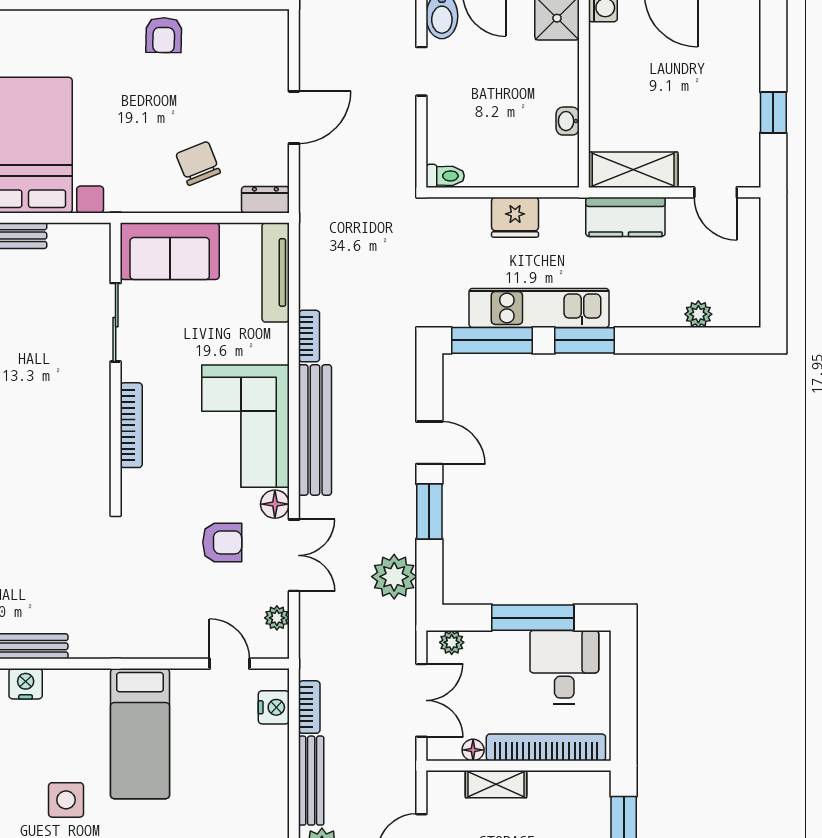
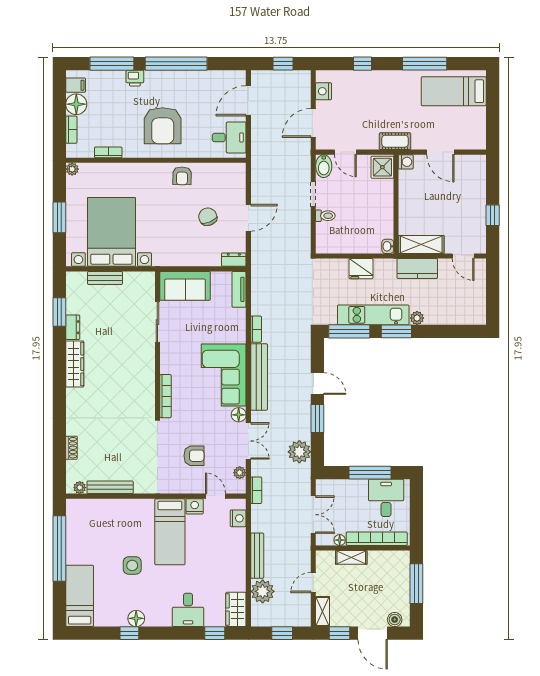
washbasin: (568, 121) -> (388, 246), moved
chair: (198, 163) -> (208, 217), moved
toilet: (445, 176) -> (325, 216), moved
tv unit: (276, 272) -> (239, 289), width x0.71
plant: (698, 314) -> (417, 318), moved
bookcase: (131, 425) -> (165, 396), moved
armchair: (222, 542) -> (194, 456), moved
plant: (452, 642) -> (329, 485), removed
nightstand: (26, 684) -> (195, 506), moved
bookcase: (309, 707) -> (256, 490), moved

